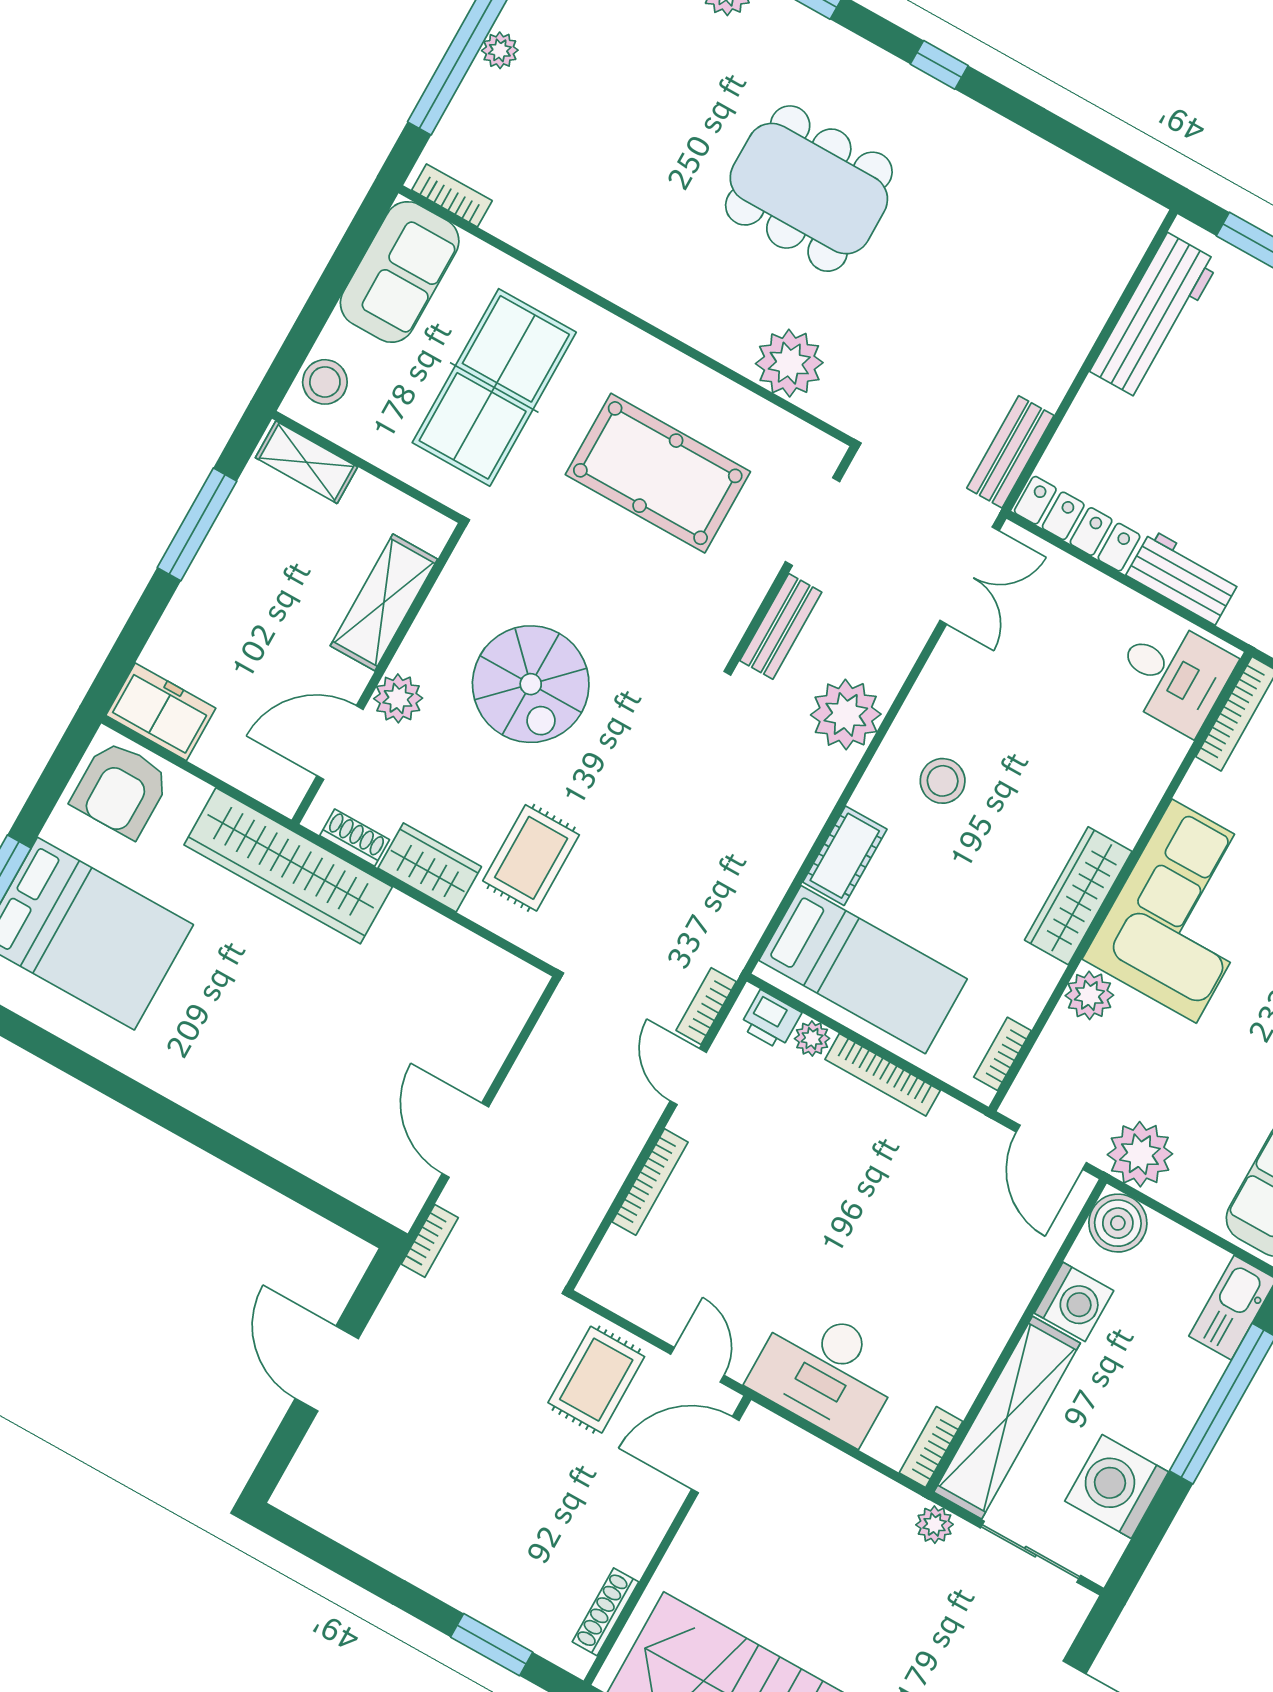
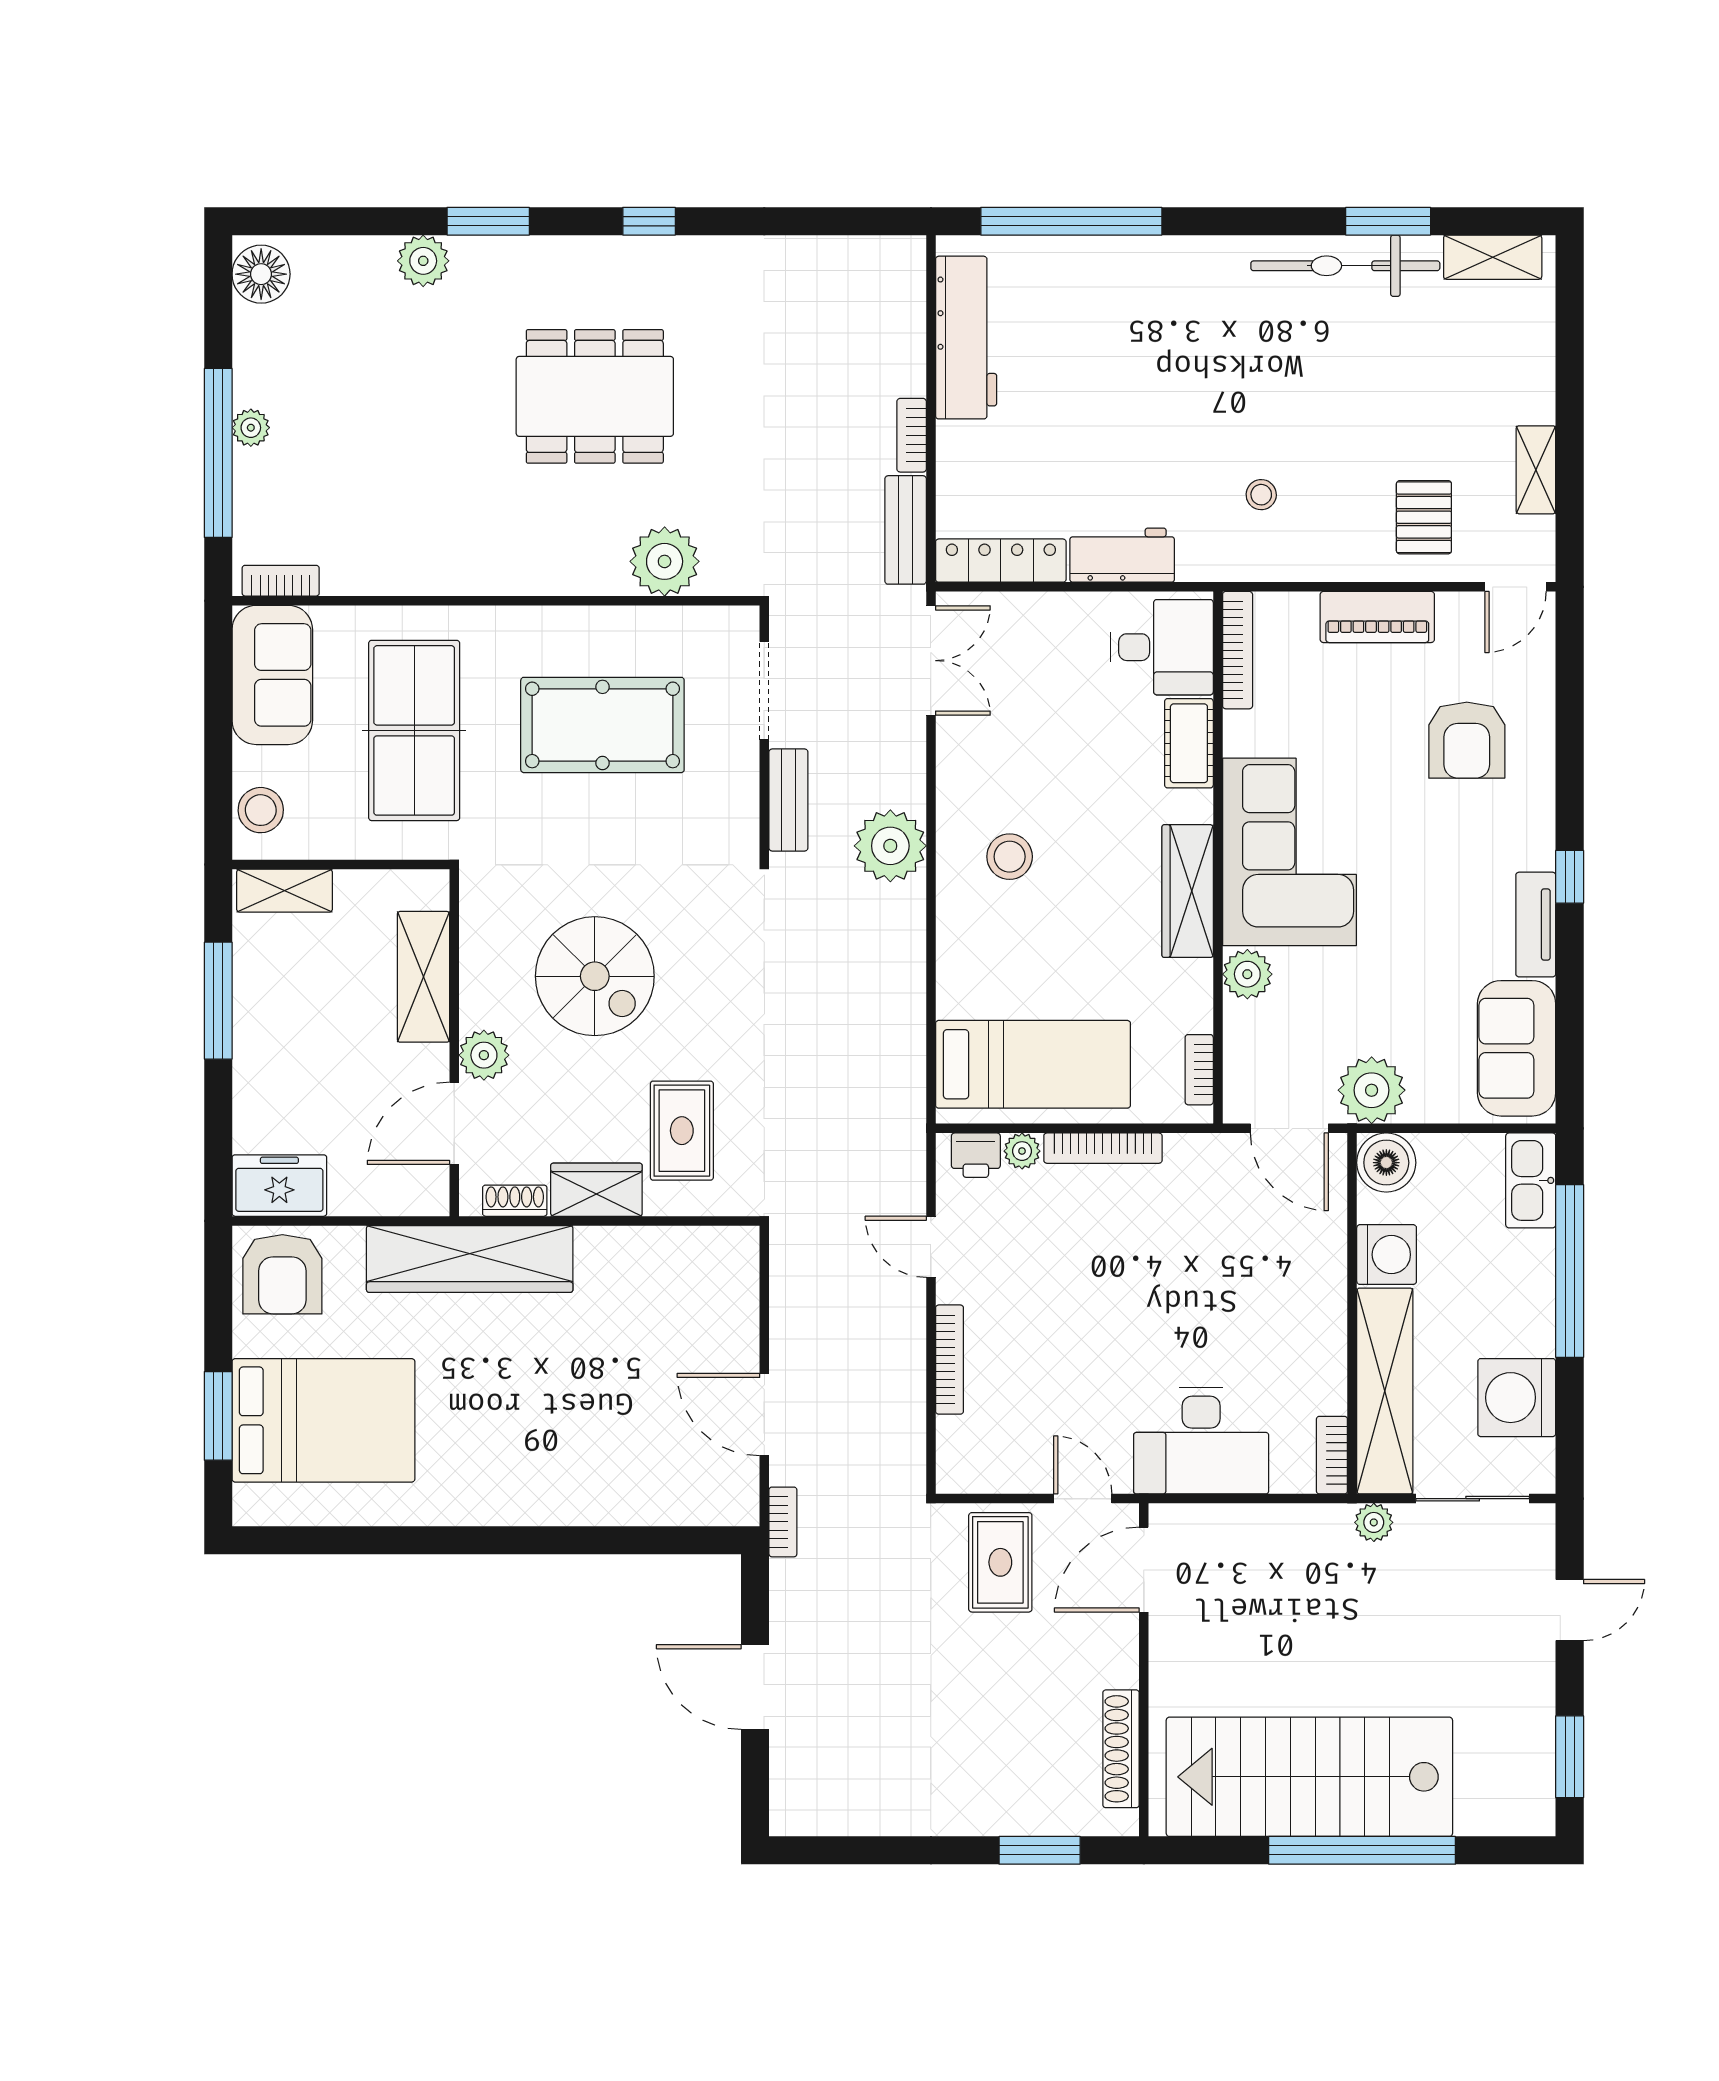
cot: (845, 856) -> (1189, 743), moved
bookcase: (706, 1006) -> (912, 435), moved
shoe rack: (605, 1612) -> (1121, 1749), width x1.36, depth x1.24

